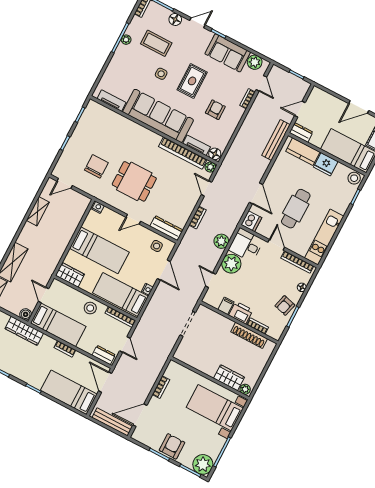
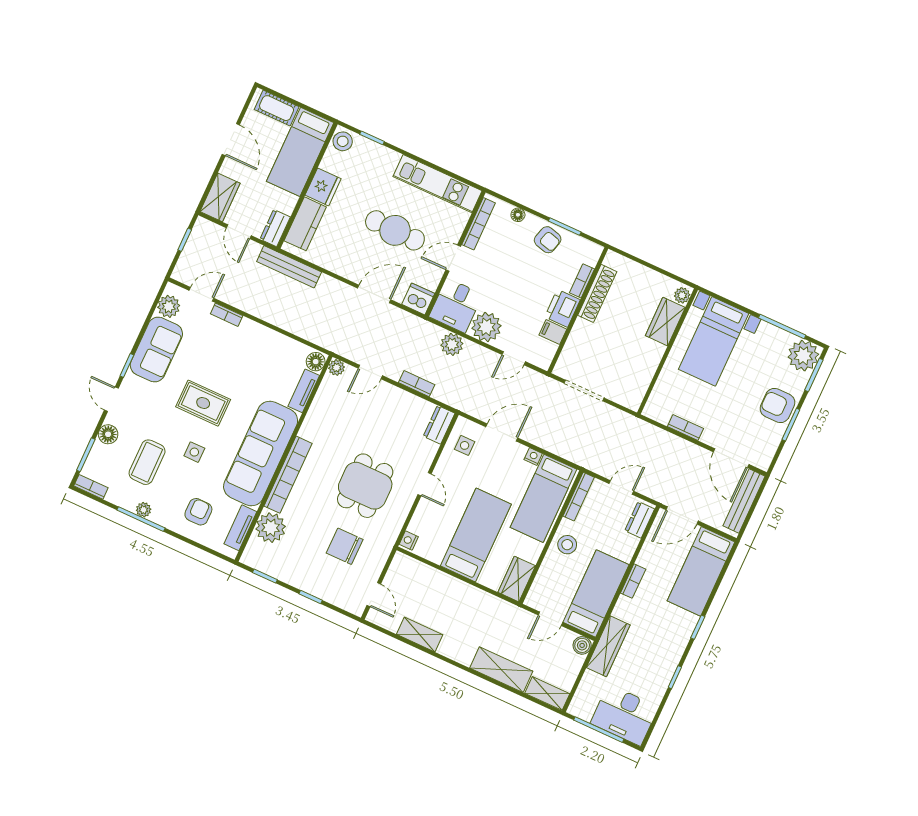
wardrobe: (322, 98) -> (220, 197), added
armchair: (215, 110) -> (198, 512), moved, turned 90
plant: (111, 120) -> (271, 528), added
bookcase: (183, 153) -> (288, 475), moved
dresser: (166, 228) -> (439, 425), width x0.70

